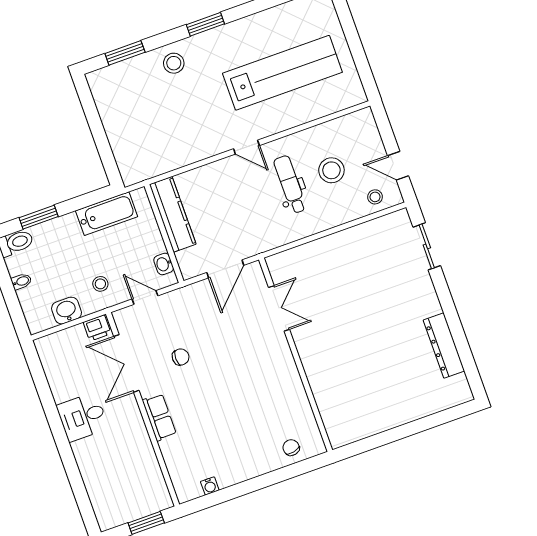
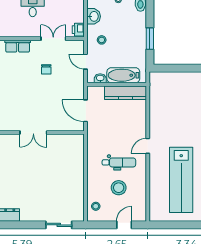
door: (398, 166) -> (124, 225), moved
bathtub: (107, 214) -> (123, 75), moved, turned 90
window: (39, 217) -> (150, 39), moved
door: (145, 297) -> (86, 62), swing flipped
double door: (279, 308) -> (33, 132), moved
double door: (126, 363) -> (53, 39), width x0.73

